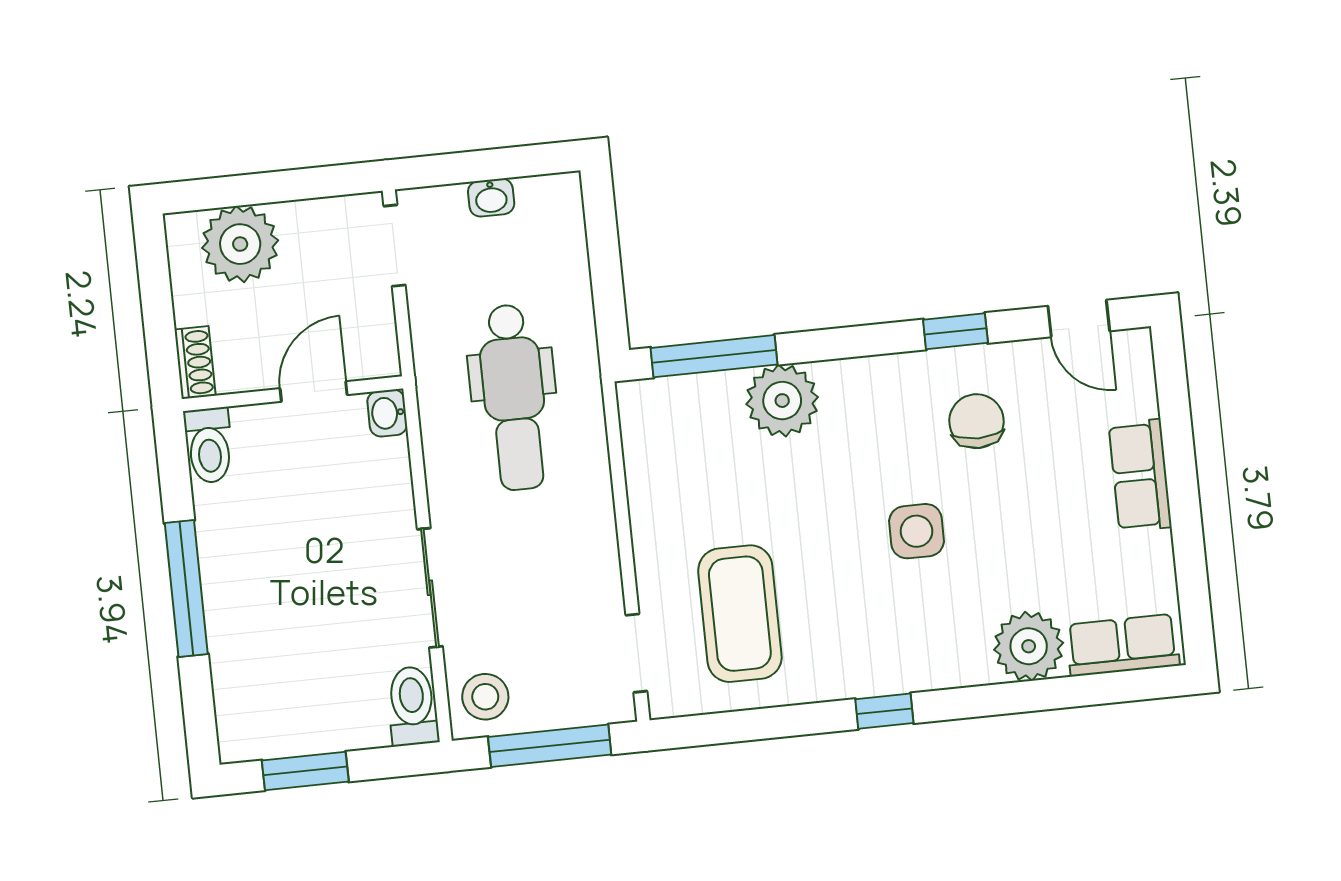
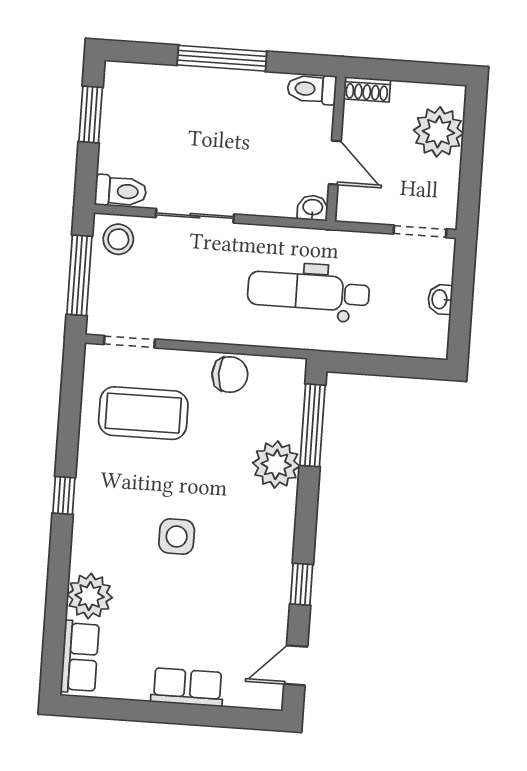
chair: (976, 421) -> (230, 375), moved

